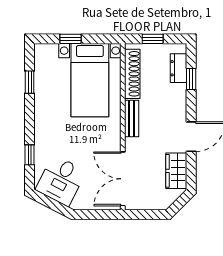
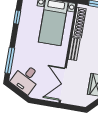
window: (30, 155) -> (10, 60), width x2.17

